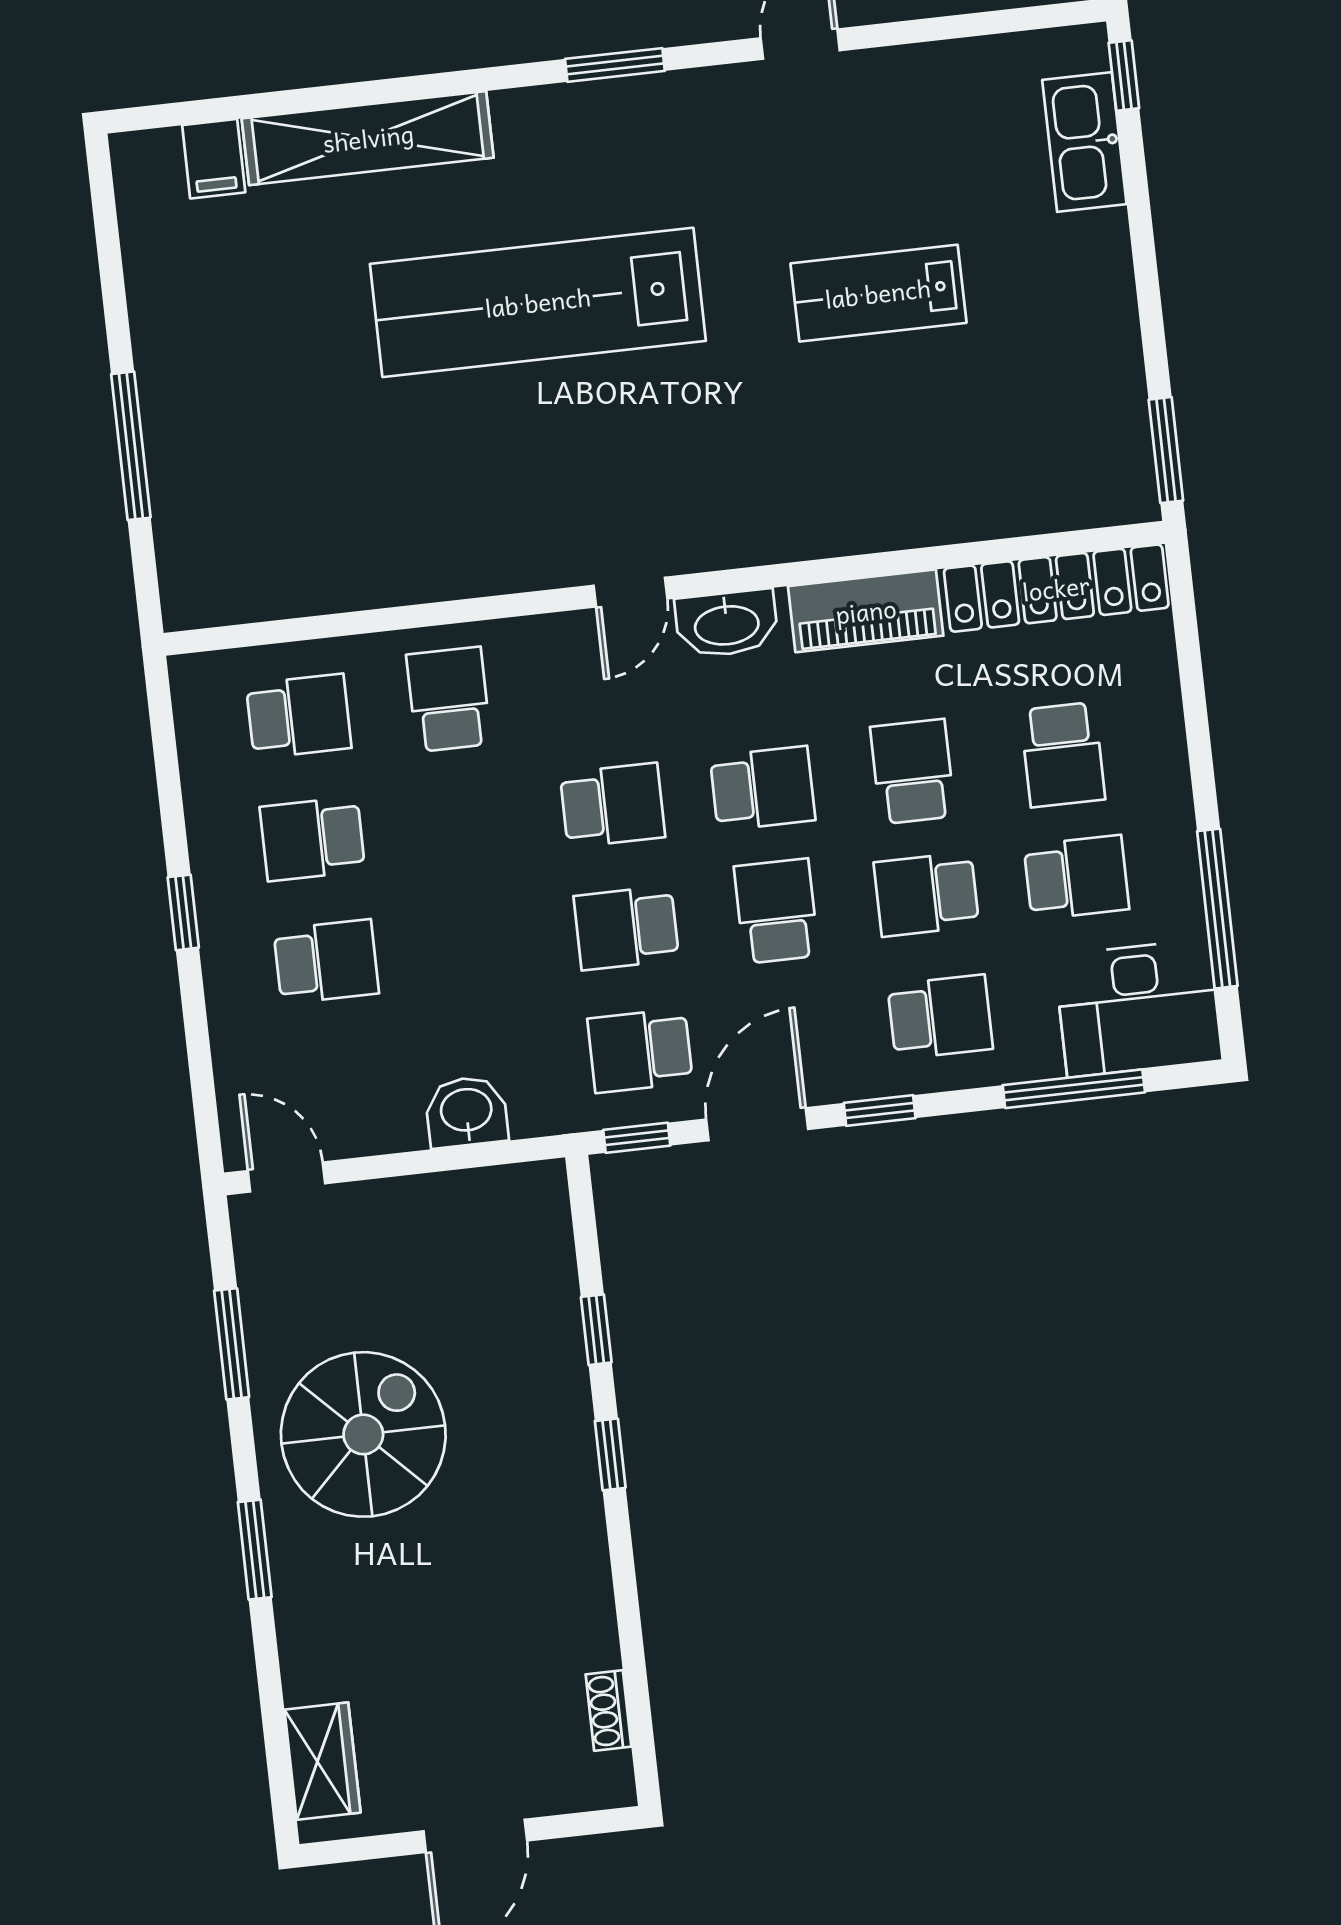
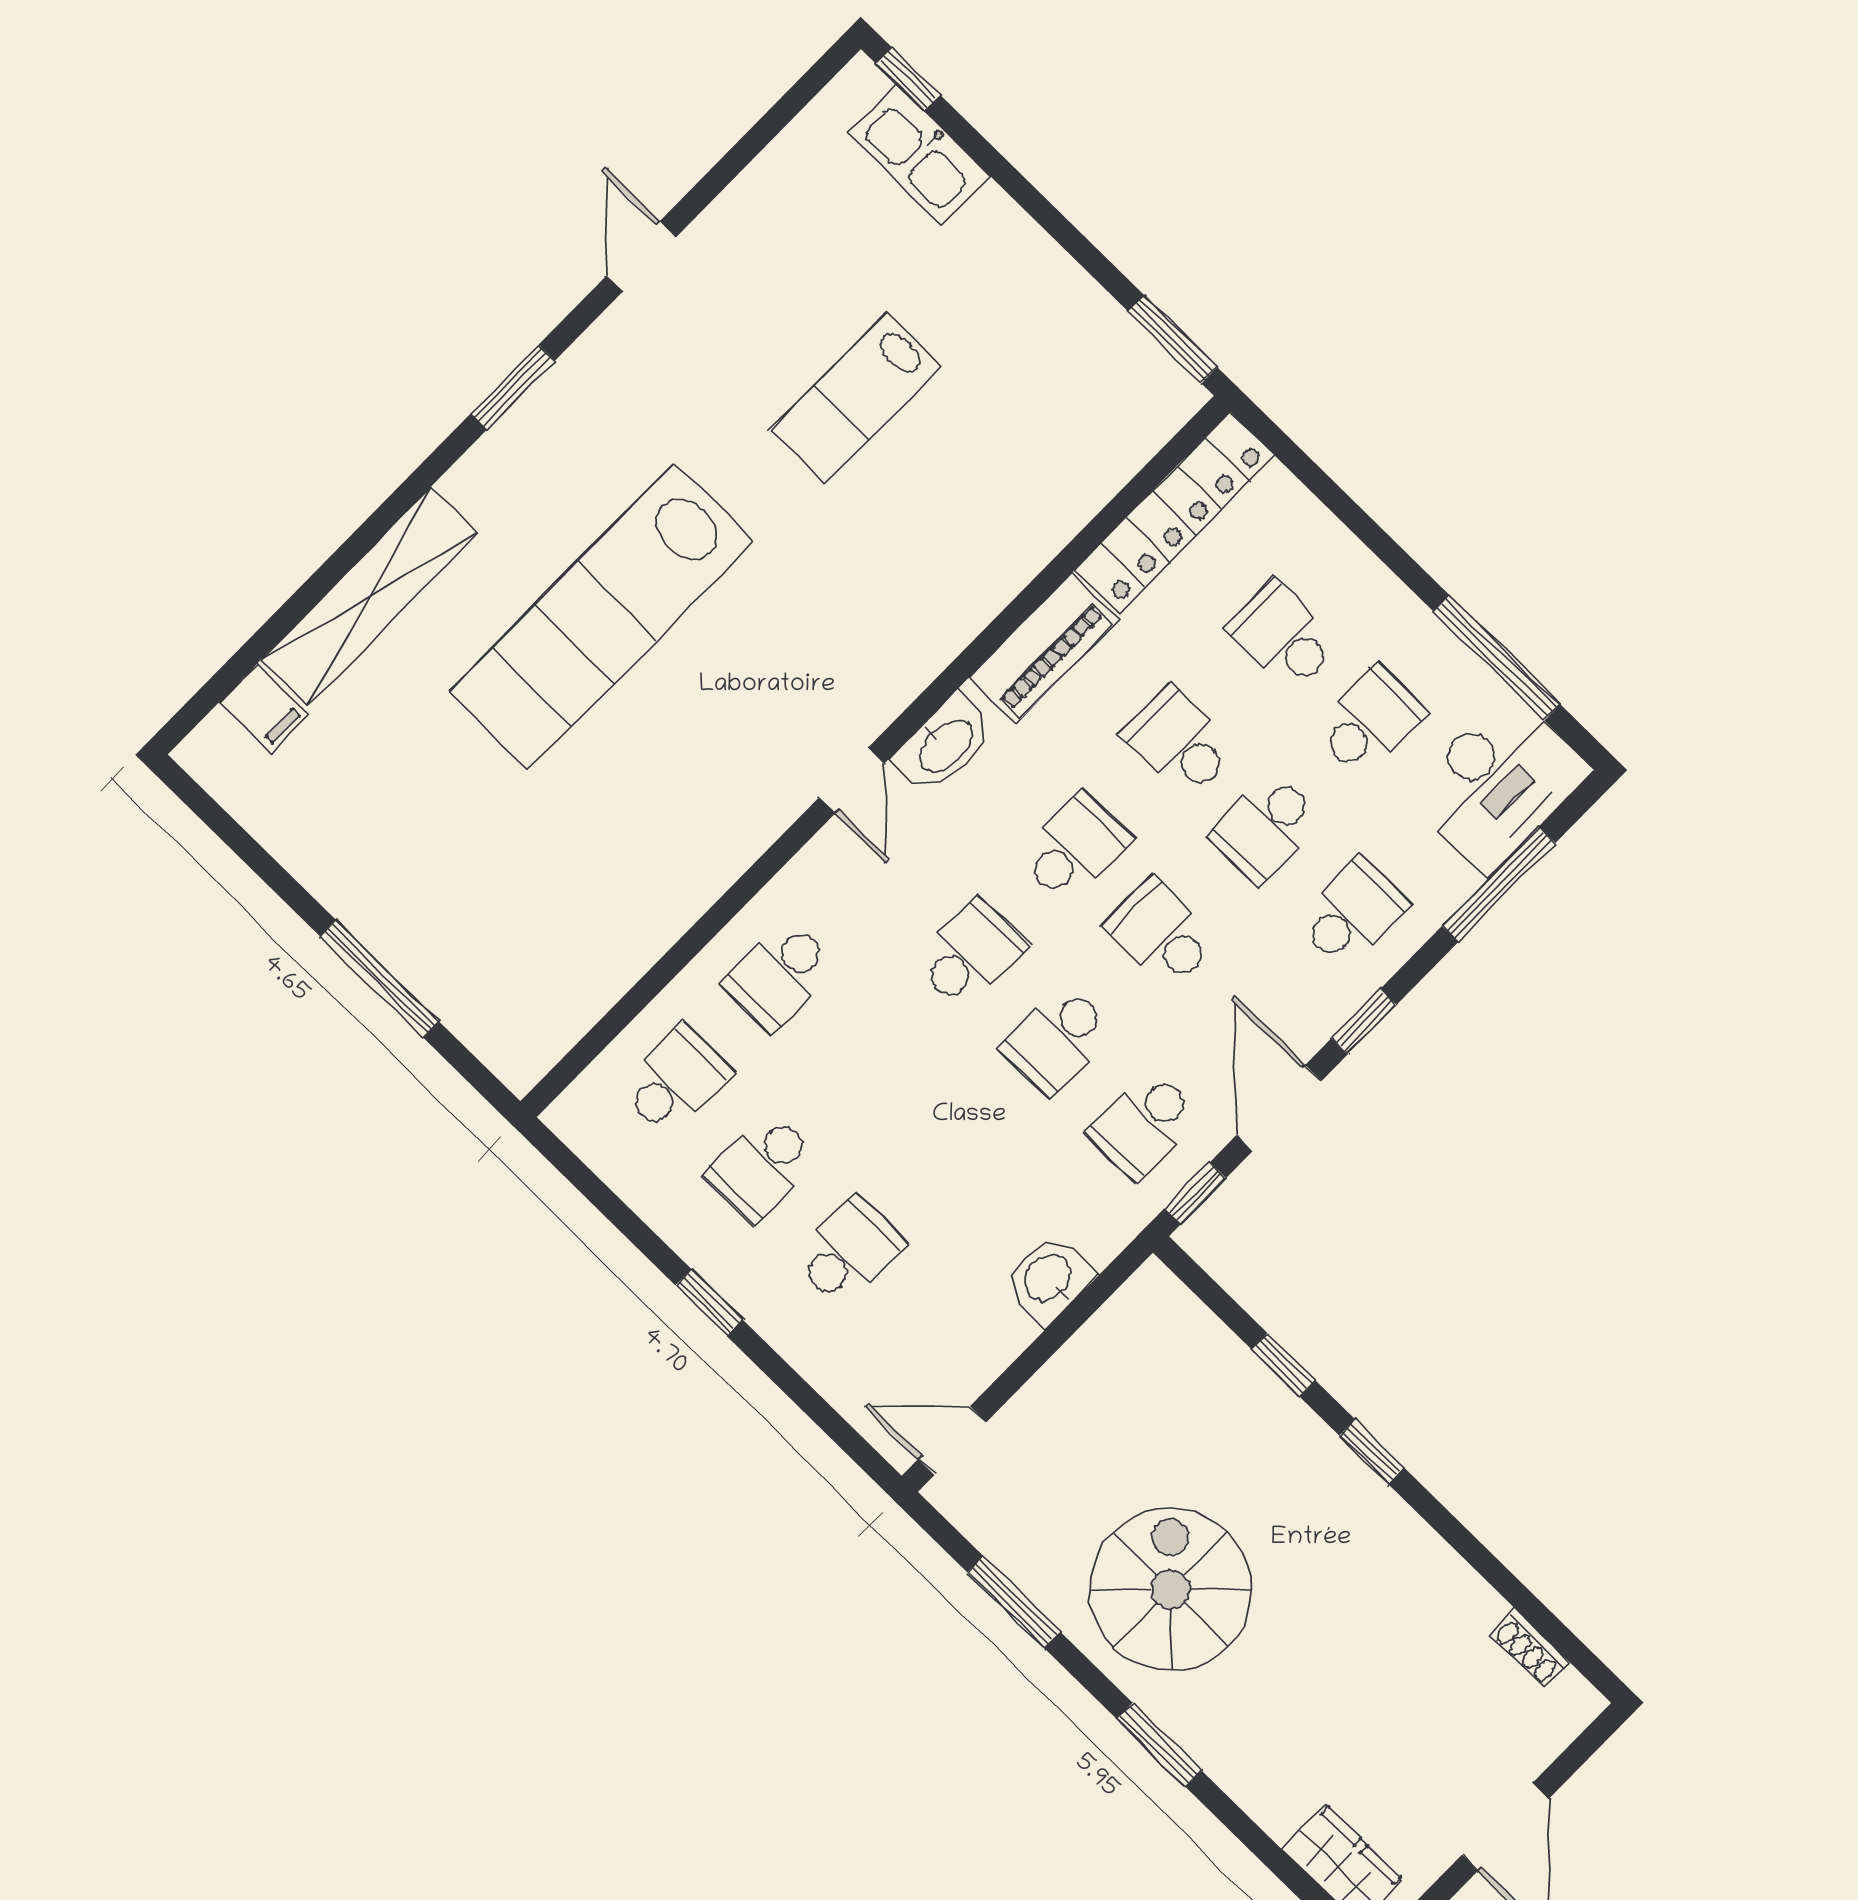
school desk: (449, 699) -> (780, 975), turned -90
school desk: (1063, 755) -> (1283, 636), turned 180

